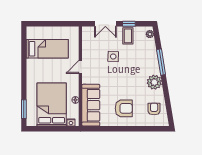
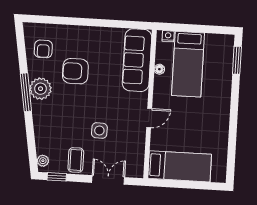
window: (129, 24) -> (57, 177), moved
bed: (47, 49) -> (180, 166), moved, turned 180
window: (161, 62) -> (26, 92), moved
bed: (52, 104) -> (188, 64), width x0.67
armchair: (124, 108) -> (75, 71), moved

